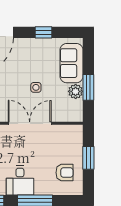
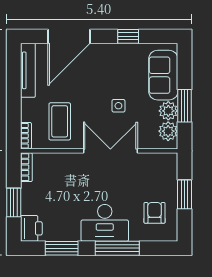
plant: (75, 108) -> (168, 131), added
armchair: (65, 173) -> (155, 213), turned -90
desk: (20, 180) -> (105, 223), width x1.37

